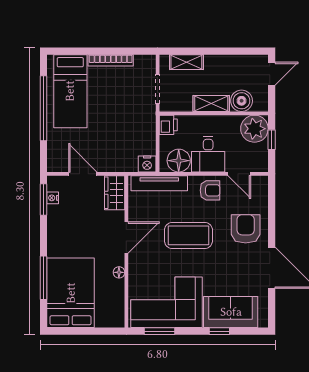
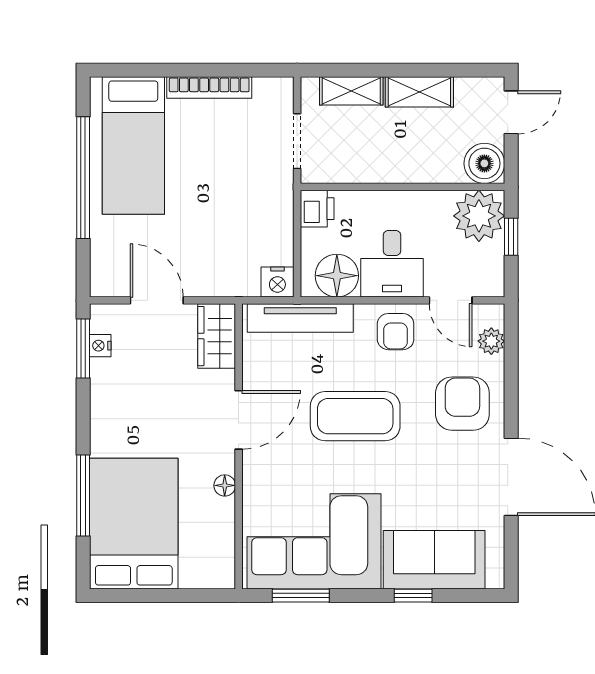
boiler: (242, 101) -> (484, 163), moved
shelving: (211, 103) -> (419, 92), moved
armchair: (210, 190) -> (396, 332), turned 90
plant: (261, 195) -> (491, 341), added

